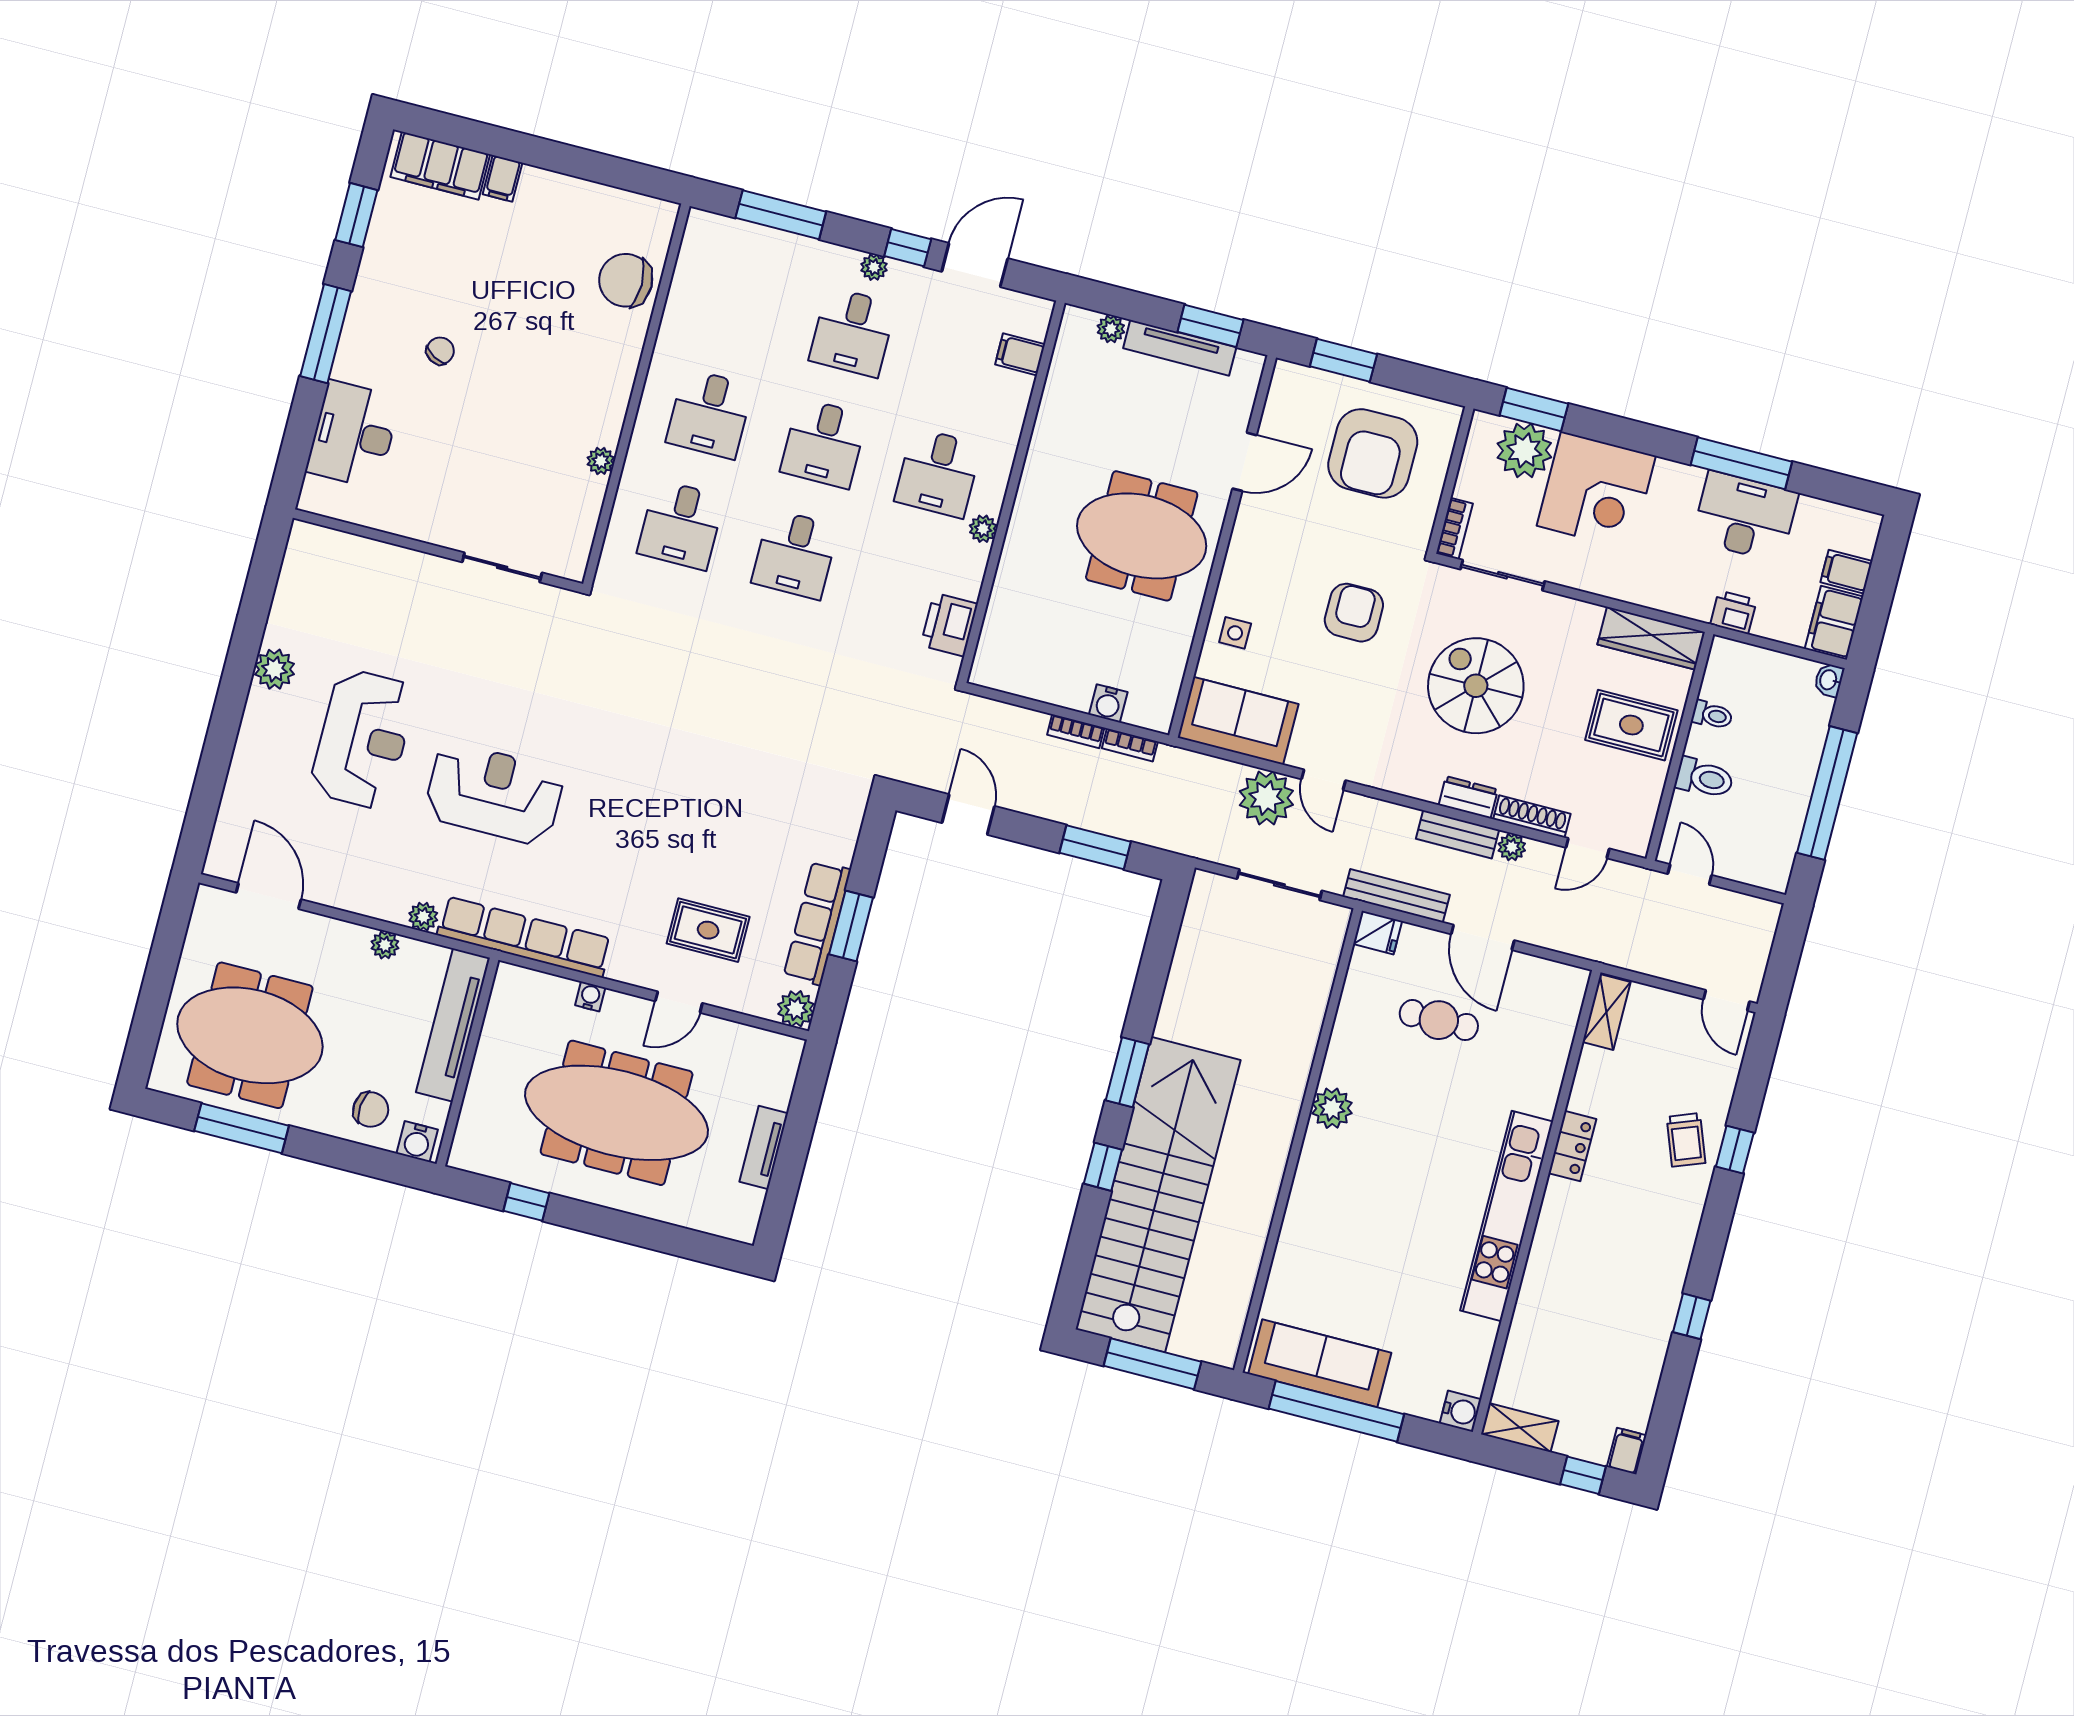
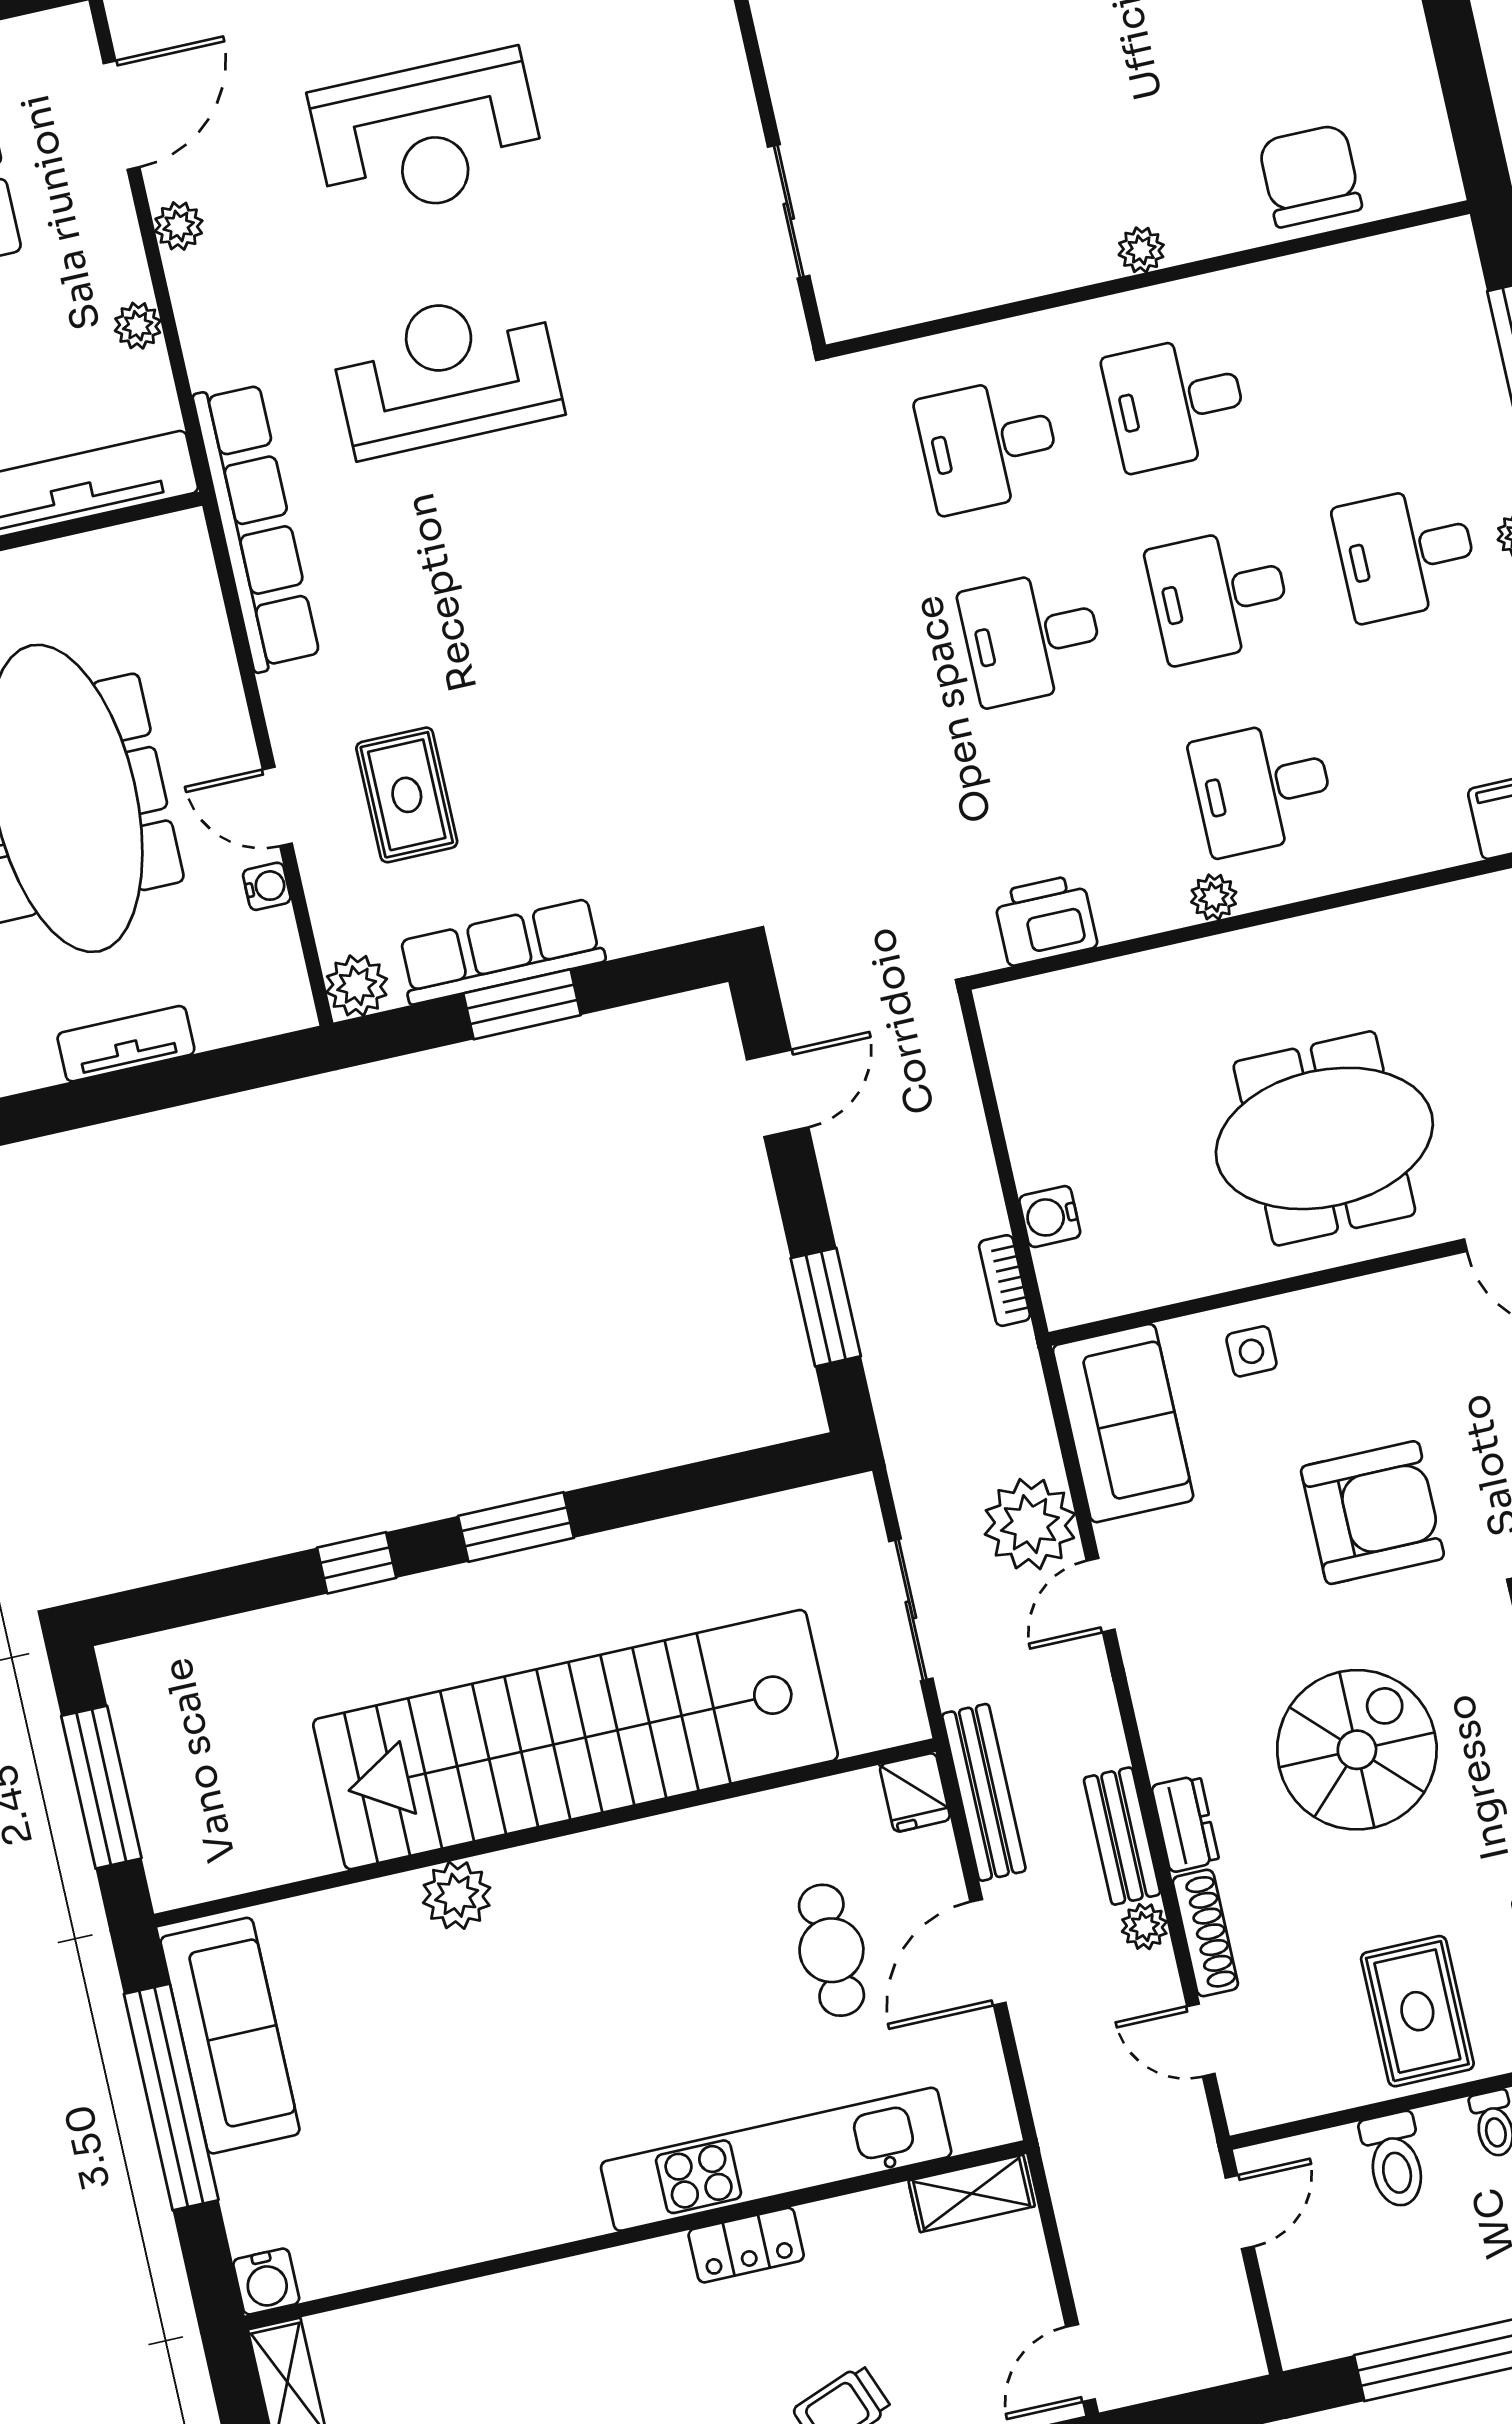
plant: (601, 461) -> (1141, 250), moved
meeting table: (1142, 536) -> (1324, 1138), turned 90
armchair: (1354, 613) -> (1372, 1513), width x1.36, depth x1.36
bookcase: (1076, 731) -> (984, 1190), removed
reception desk: (494, 794) -> (446, 372), turned -90
plant: (423, 917) -> (179, 226), moved
water cooler: (590, 996) -> (267, 886), moved
plant: (1332, 1108) -> (457, 1895), moved
stairs: (1158, 1195) -> (576, 1740), moved, turned 180
kitchen unit: (1507, 1216) -> (776, 2159), moved

